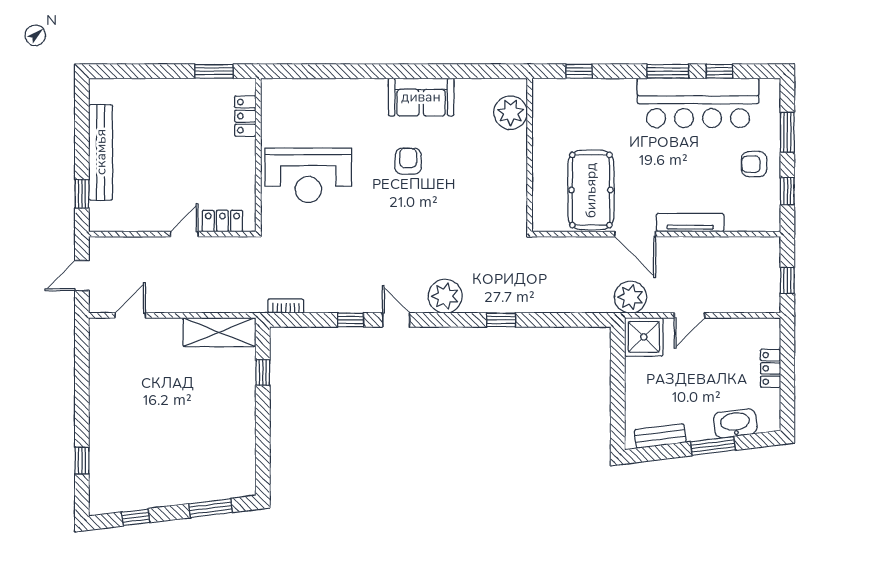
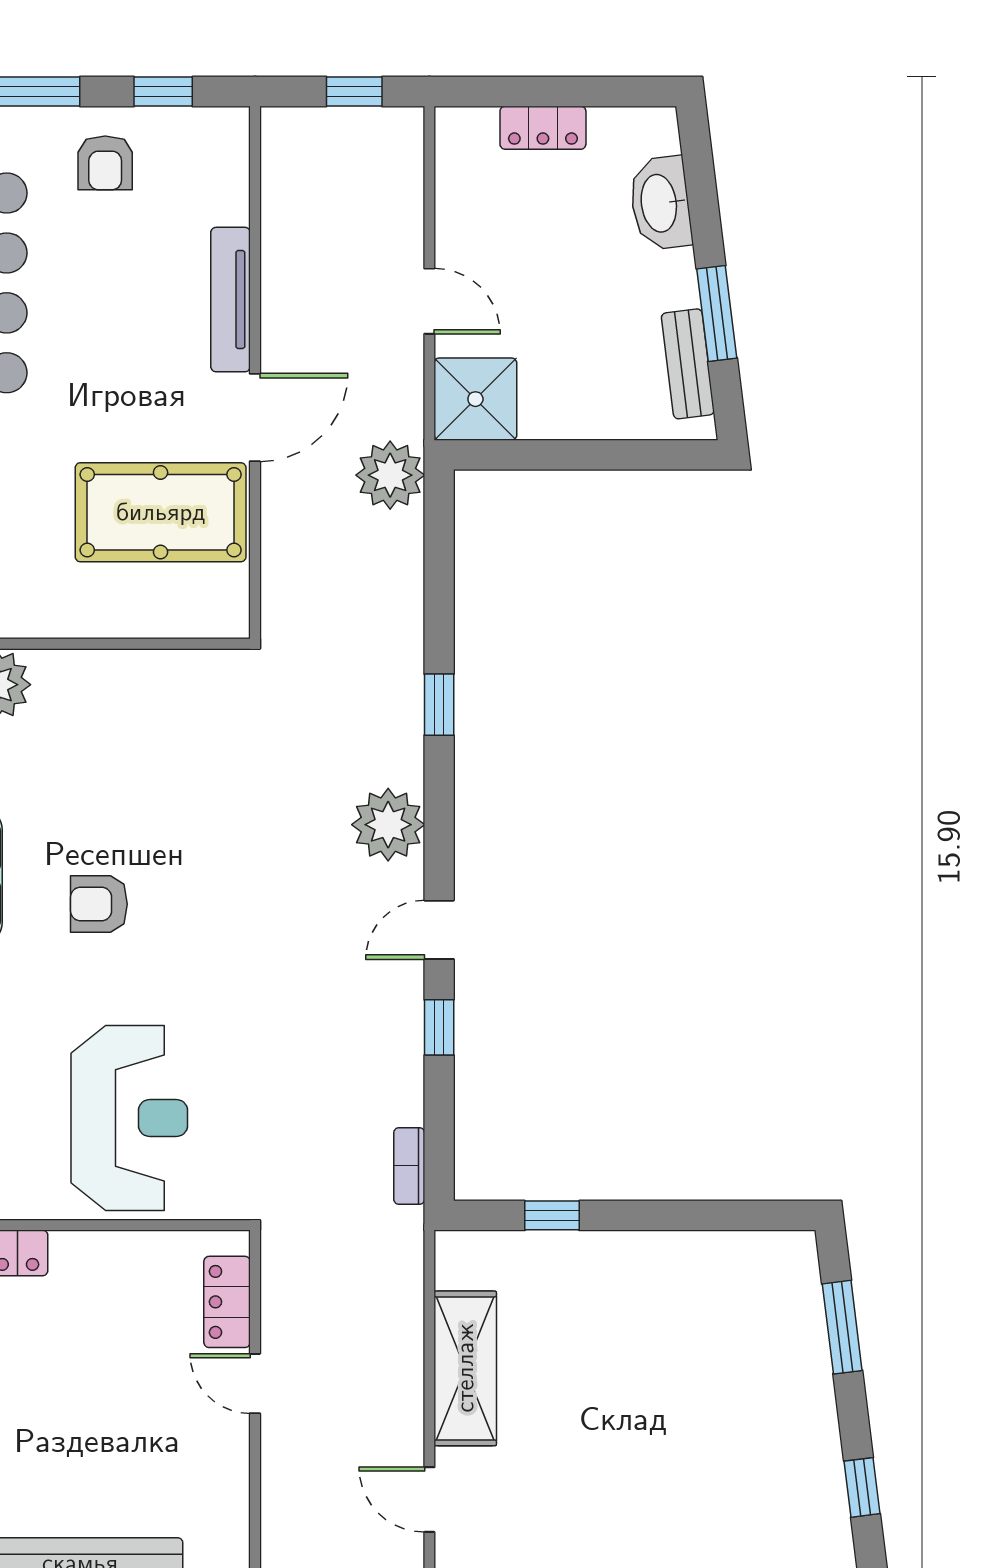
plant: (630, 297) -> (390, 475), moved
shelving: (219, 332) -> (465, 1368), moved
window: (713, 446) -> (717, 313), moved

